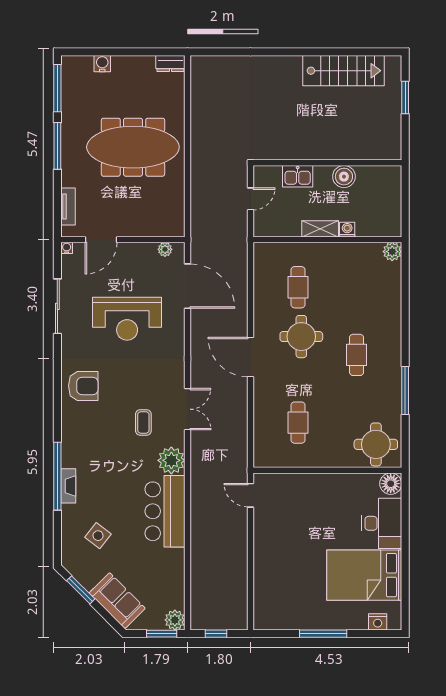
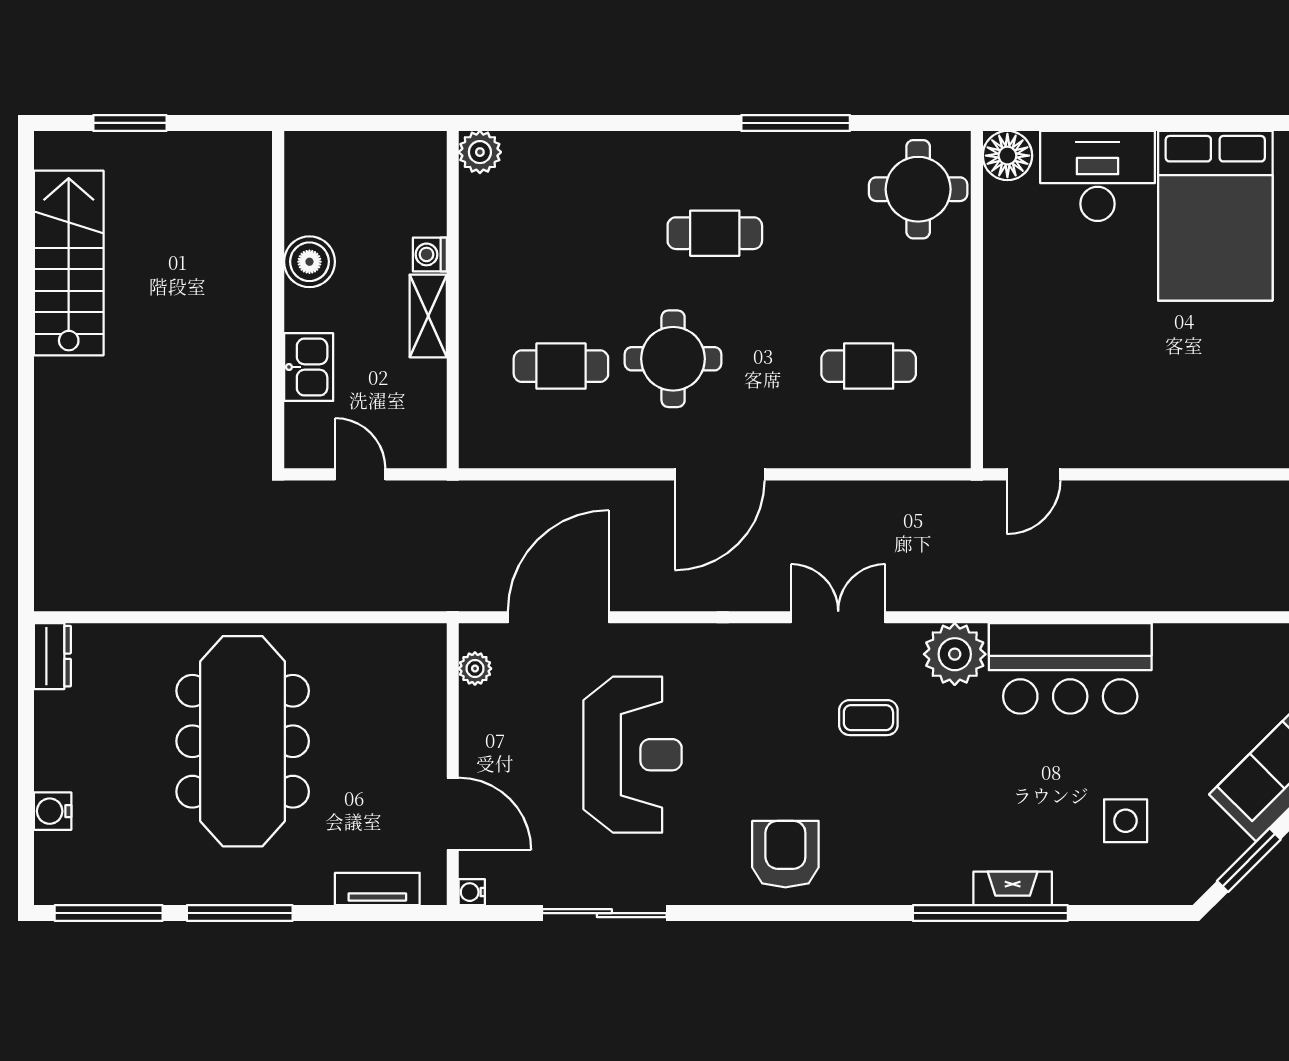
side table: (98, 536) -> (1126, 821), turned -38

